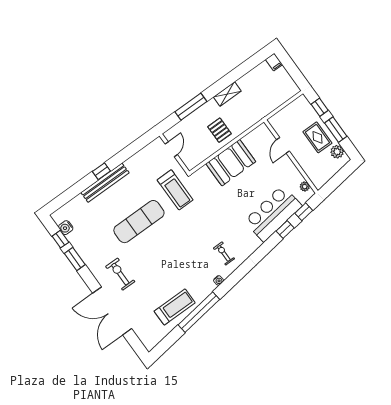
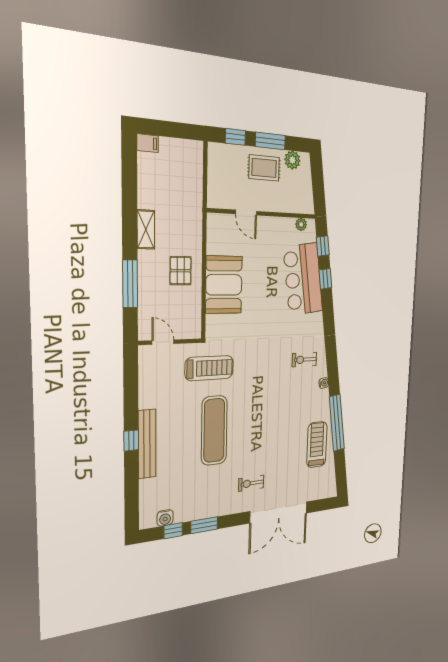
pallet: (219, 130) -> (181, 271), turned 90
exercise bike: (120, 274) -> (251, 483), width x0.73, depth x0.72

